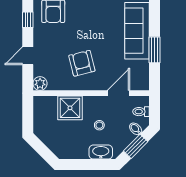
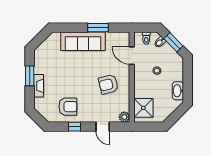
shower: (70, 108) -> (143, 108), moved
washbasin: (101, 152) -> (178, 91), moved

